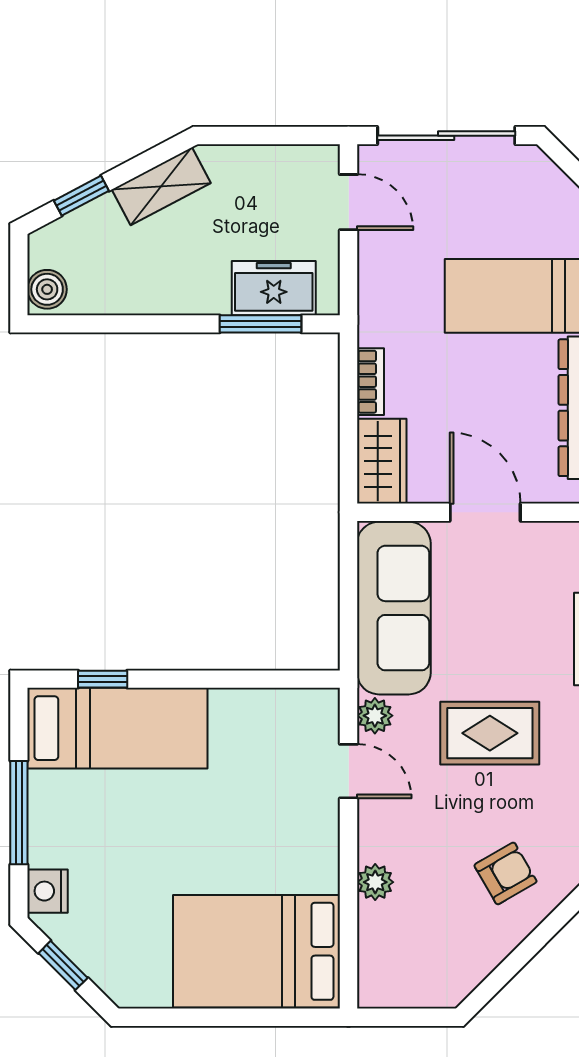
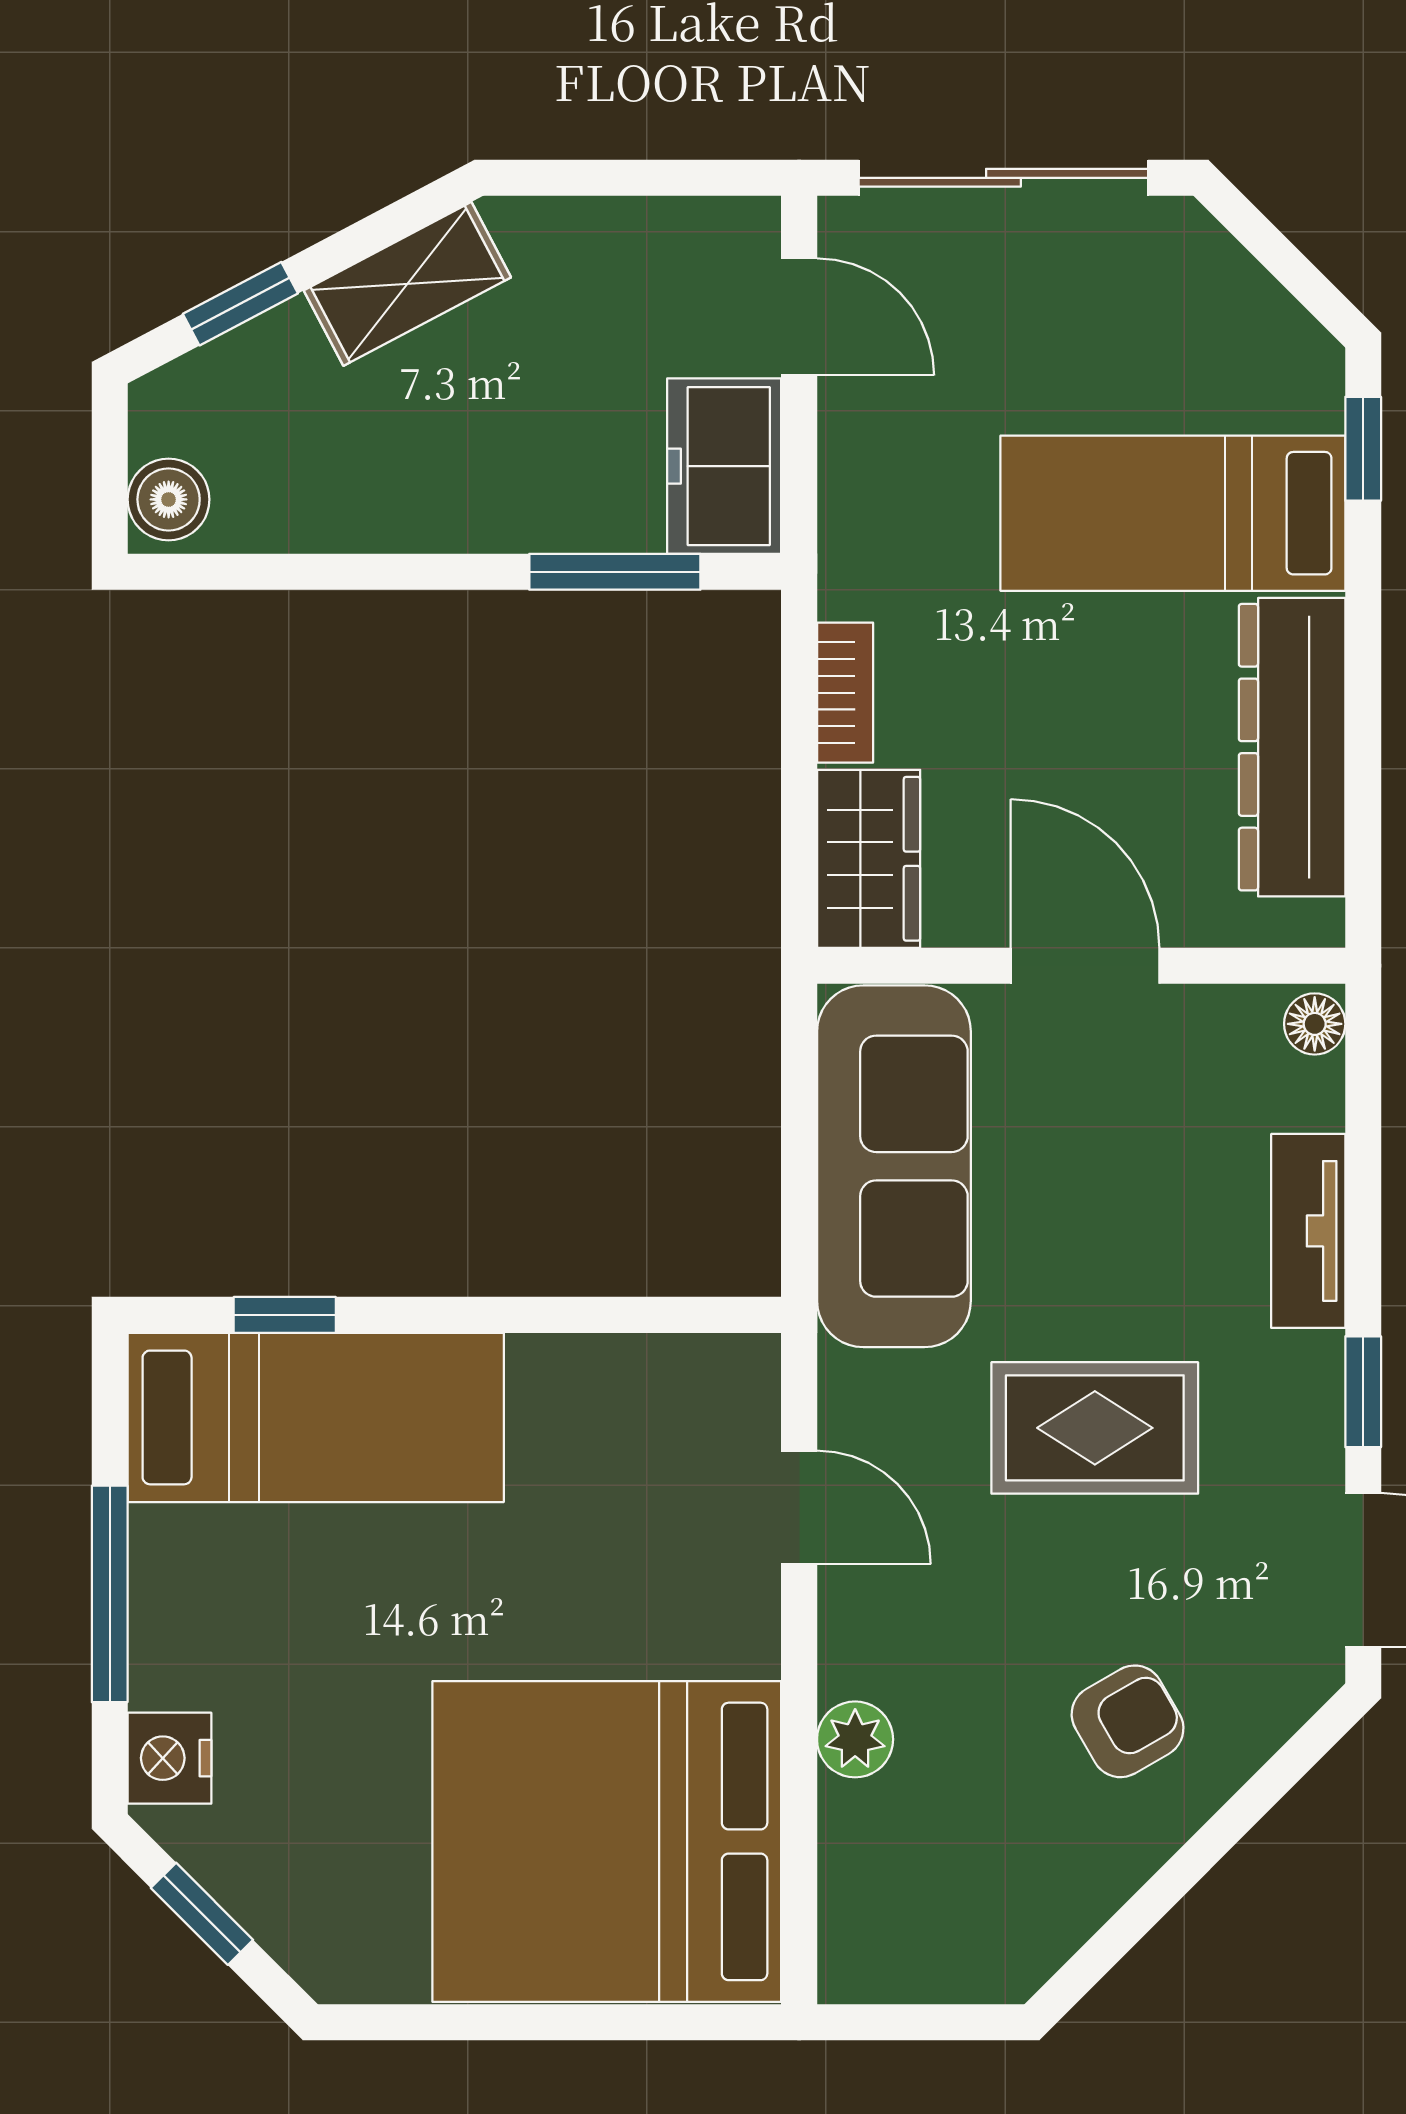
freezer: (274, 288) -> (724, 466), moved, turned -90
plant: (375, 716) -> (854, 1391), removed
bed: (257, 951) -> (607, 1841), width x1.36

